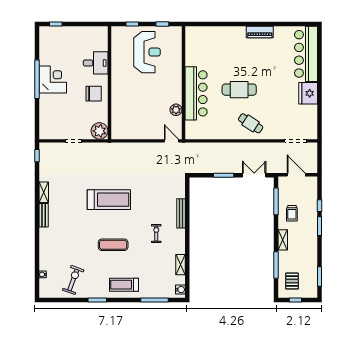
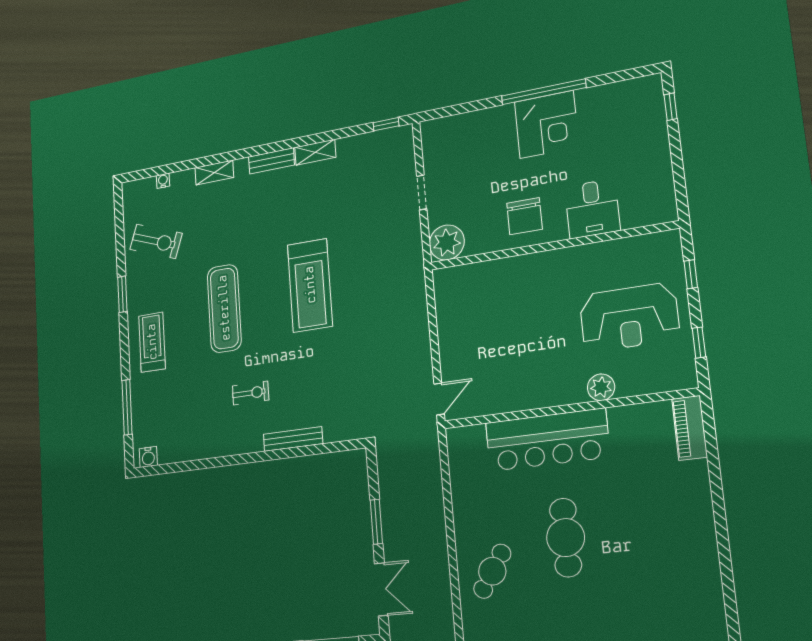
piano: (260, 32) -> (690, 428), moved
plant: (176, 110) -> (601, 387), moved
exercise mat: (113, 245) -> (224, 308), width x1.36, depth x1.45
shelving: (180, 265) -> (214, 173), moved

